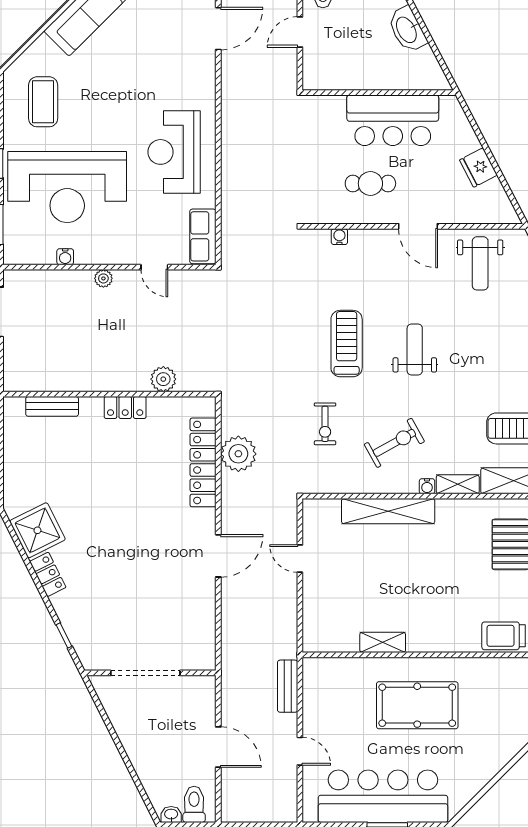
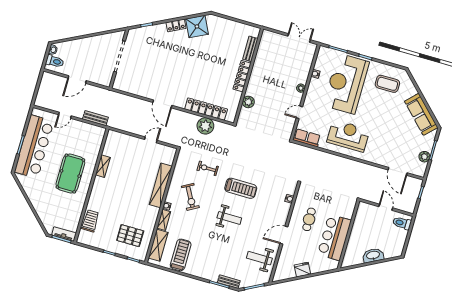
locker: (125, 407) -> (242, 76), width x1.53

